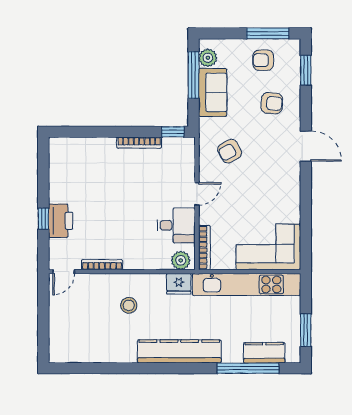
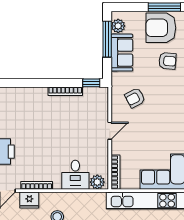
armchair: (263, 60) -> (161, 28), width x1.88, depth x1.88
desk: (176, 225) -> (75, 175), moved, turned 90
fridge: (179, 284) -> (29, 200), moved

